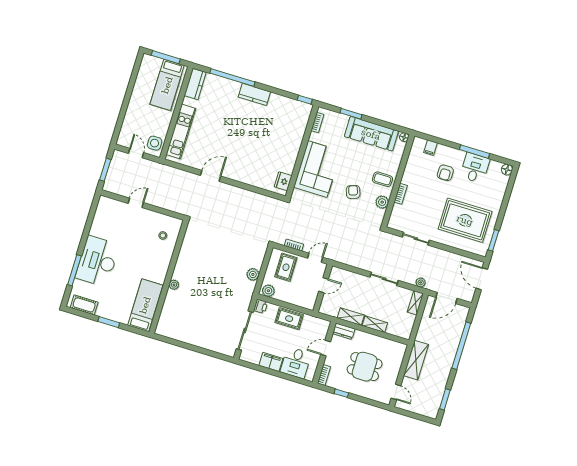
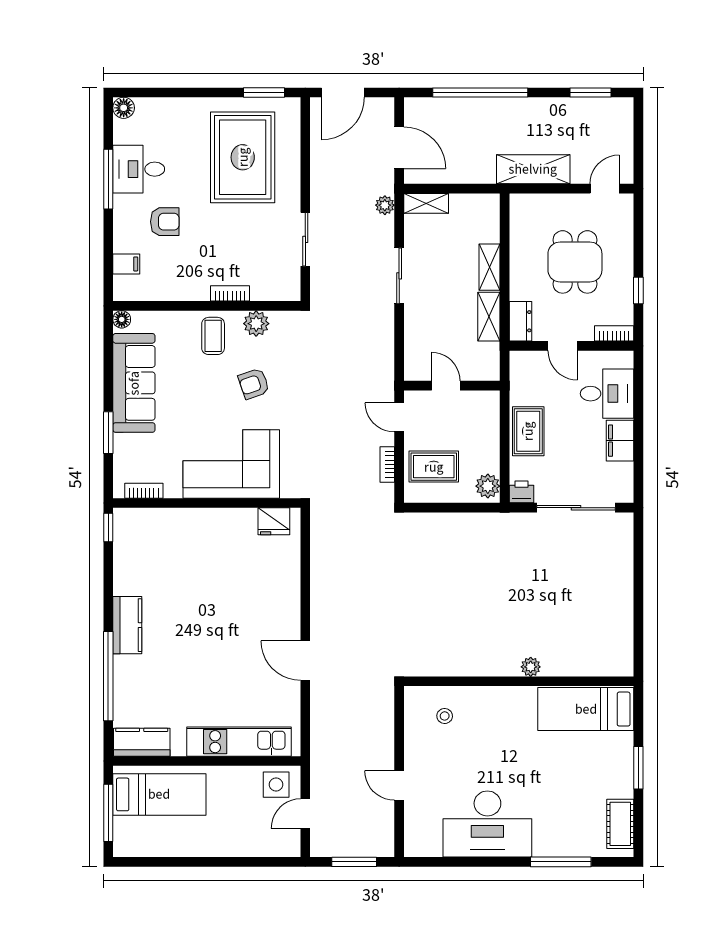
desk: (97, 261) -> (487, 824), moved
plant: (253, 274) -> (466, 525), removed

